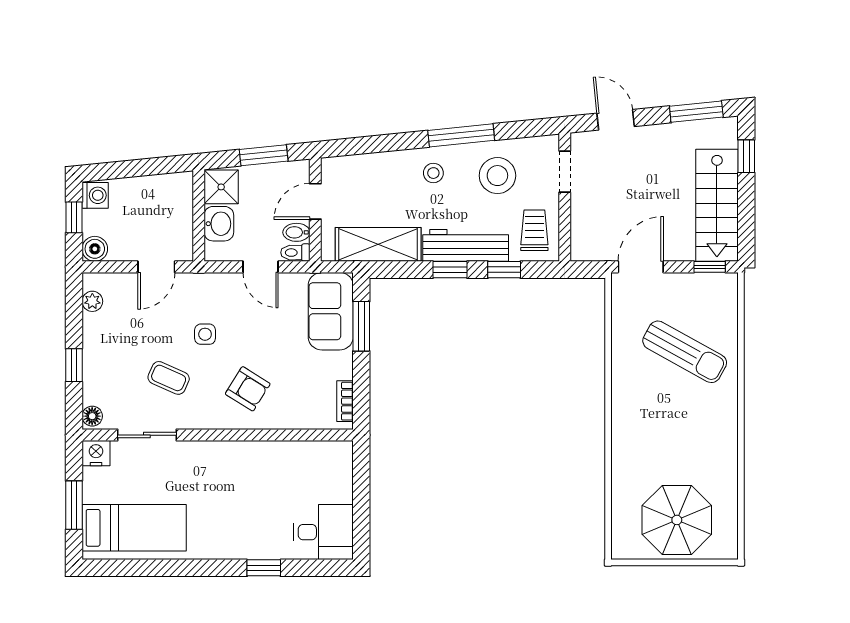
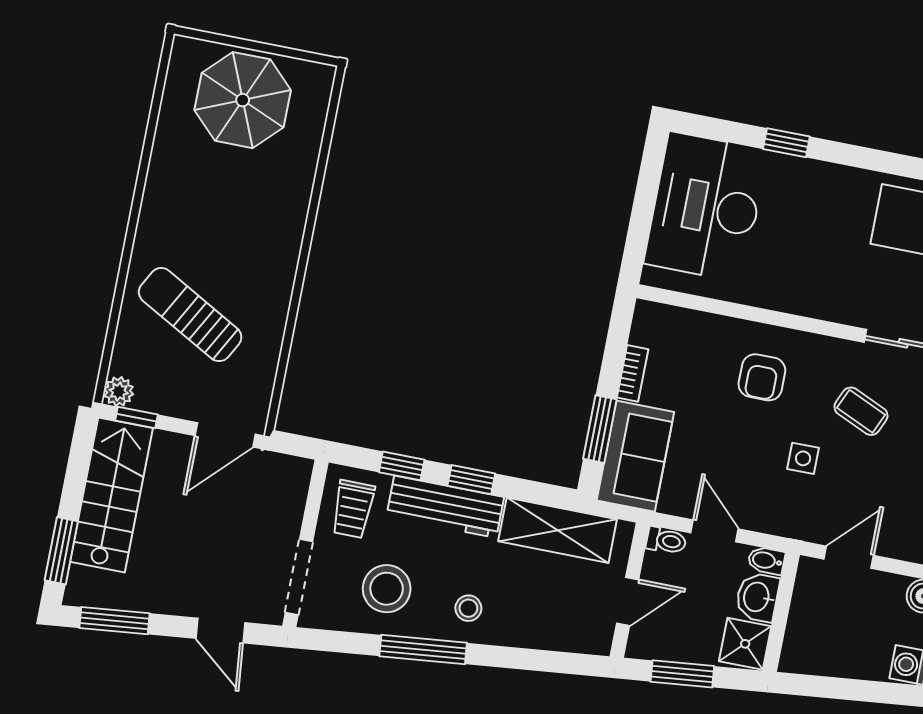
window: (746, 156) -> (61, 551), width x1.50
doorway: (565, 172) -> (299, 577), width x1.38
bidet: (296, 232) -> (766, 561), moved, turned 180
plant: (727, 284) -> (119, 392), added
armchair: (248, 389) -> (762, 377), turned -122
bookcase: (345, 401) -> (633, 373), moved
desk: (323, 532) -> (706, 207), width x1.87, depth x1.30

